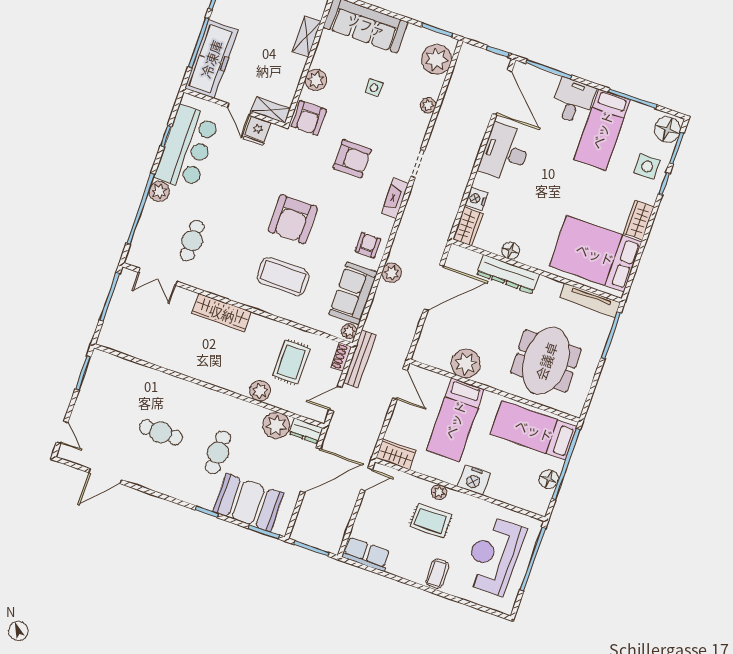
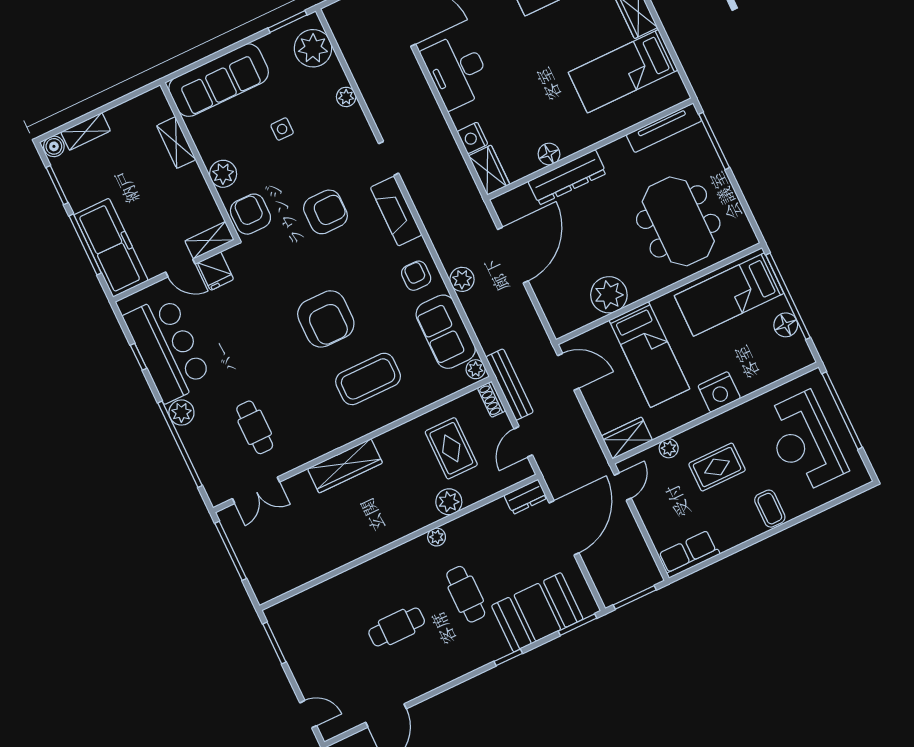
armchair: (309, 118) -> (250, 214), turned 180
fireplace: (395, 198) -> (396, 211), width x1.37, depth x1.32
bed: (595, 254) -> (623, 71), width x0.67
plant: (276, 425) -> (437, 537), moved, width x0.53, depth x0.53
plant: (439, 492) -> (669, 448), moved

